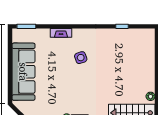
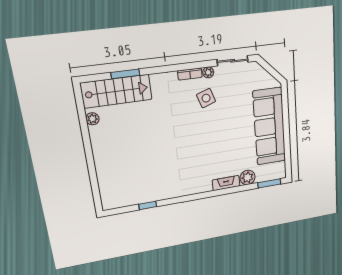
plant: (44, 34) -> (248, 177), added
side table: (81, 58) -> (206, 98), moved

